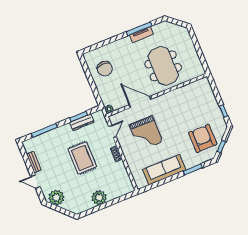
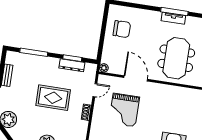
chair: (105, 69) -> (122, 29), turned -90
rug: (82, 158) -> (53, 98), turned 90

